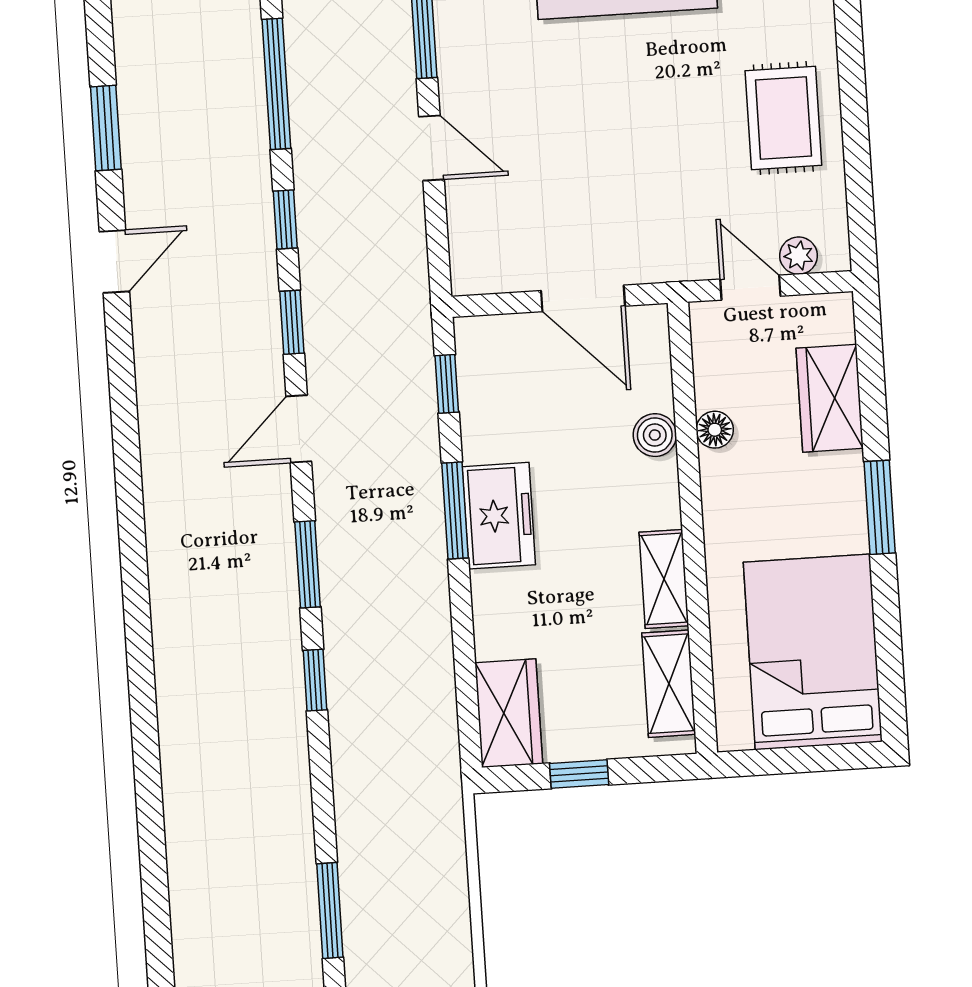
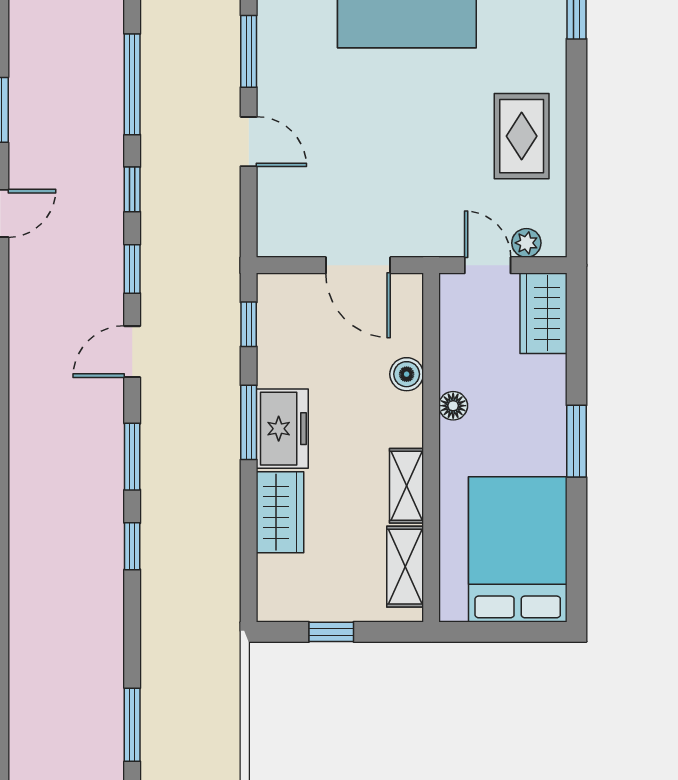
wardrobe: (830, 398) -> (543, 313), moved
floor lamp: (715, 430) -> (453, 406), moved
wardrobe: (509, 713) -> (280, 512), moved

